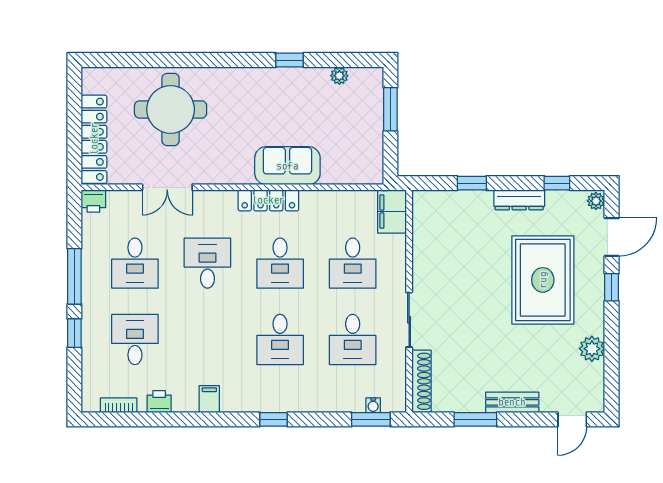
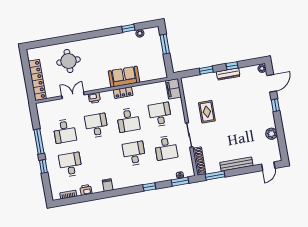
window: (290, 60) -> (128, 28), moved
round table: (171, 109) -> (68, 61), width x0.73, depth x0.73
window: (557, 183) -> (232, 66), moved
double door: (167, 187) -> (73, 95), swing flipped
locker: (268, 200) -> (123, 93), width x0.66
printer: (93, 201) -> (94, 98), moved
desk: (353, 263) -> (160, 114), turned 180
rug: (543, 280) -> (207, 112), moved, width x0.54, depth x0.49
desk: (280, 339) -> (134, 153), turned 180
bench: (512, 402) -> (236, 164), width x1.36
window: (273, 419) -> (149, 187), moved
window: (475, 419) -> (215, 175), moved

